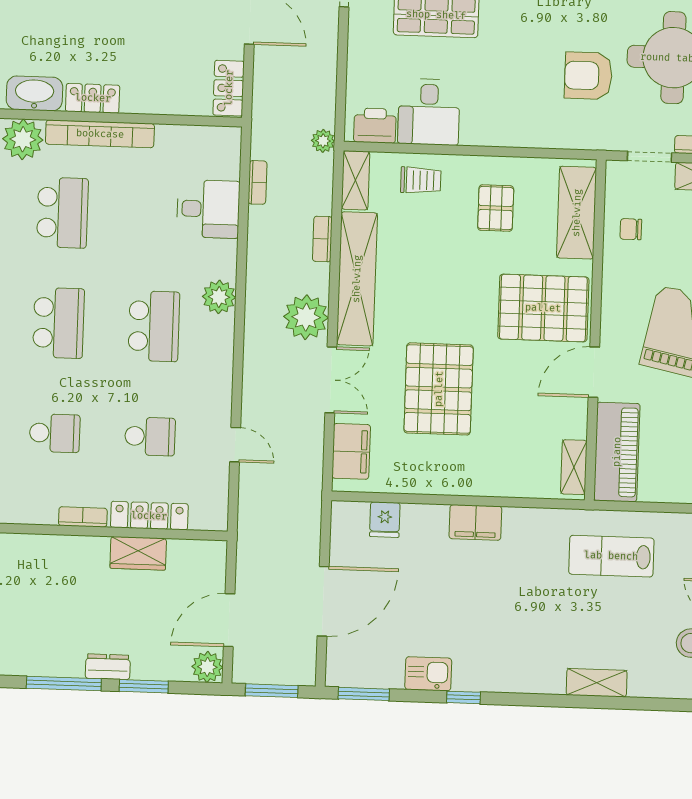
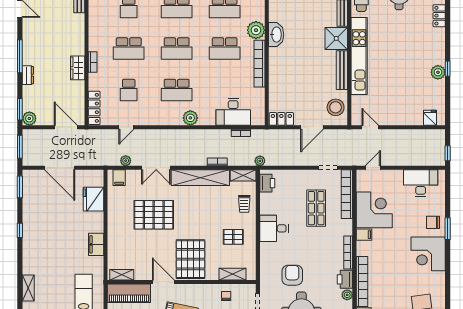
locker: (93, 98) -> (275, 60), removed
desk: (429, 112) -> (274, 228), moved
desk: (208, 209) -> (233, 112), width x1.37
shelving: (577, 213) -> (233, 274), width x0.67, depth x0.75
plant: (306, 317) -> (126, 161), moved, width x0.53, depth x0.53
school desk: (55, 433) -> (129, 48), width x1.85
filing cabinet: (351, 451) -> (119, 178), width x0.50
locker: (149, 516) -> (94, 108), moved
fridge: (385, 520) -> (93, 199), width x1.88, depth x1.34
filing cabinet: (475, 522) -> (96, 244), moved
wardrobe: (138, 553) -> (78, 68), moved
door: (229, 620) -> (66, 127), moved
kitchen sink: (428, 674) -> (30, 215), removed
window: (144, 686) -> (20, 109), moved

